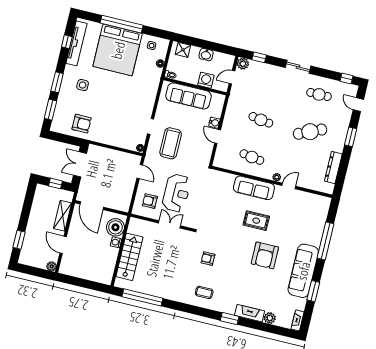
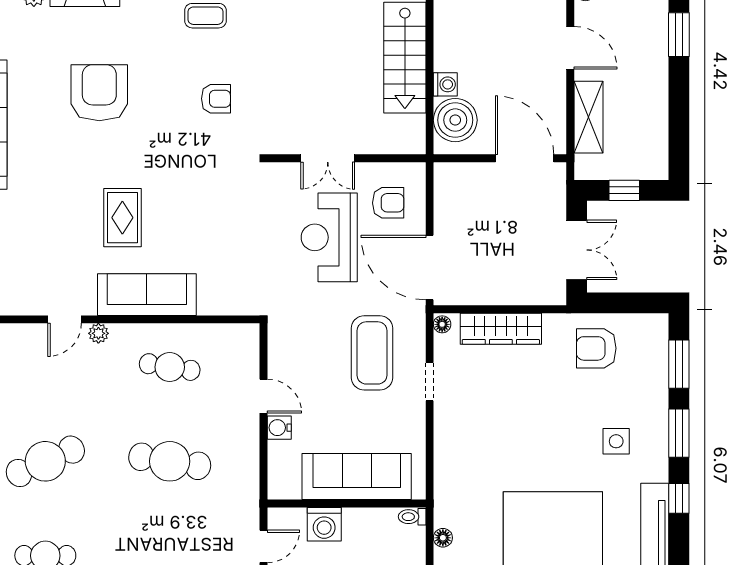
window: (67, 42) -> (679, 498), moved
cafe table: (261, 120) -> (170, 461), width x1.37, depth x1.35
wardrobe: (117, 141) -> (501, 329), added
door: (140, 171) -> (430, 268), width x1.87
rug: (256, 221) -> (122, 218), turned 90
armchair: (265, 255) -> (99, 93), moved

